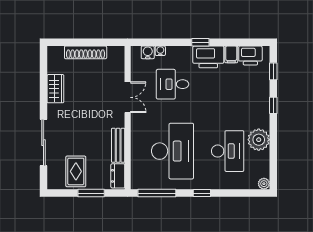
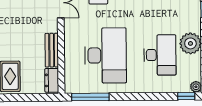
window: (91, 193) -> (26, 98), removed
window: (202, 193) -> (186, 96), moved

